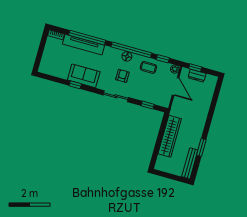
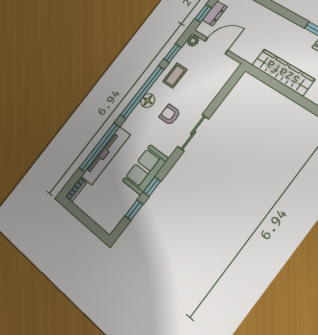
window: (148, 105) -> (134, 210), moved

